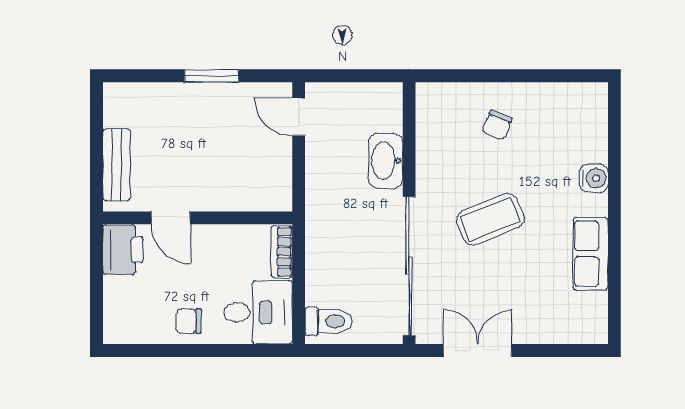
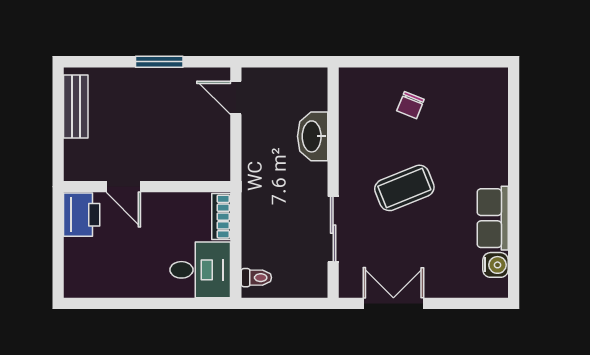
bench: (117, 165) -> (76, 107), moved
water cooler: (594, 178) -> (496, 265), moved
sliding door: (409, 266) -> (333, 229), width x0.54
chair: (189, 321) -> (139, 277), removed
toilet: (329, 321) -> (256, 278), width x0.73, depth x0.72

